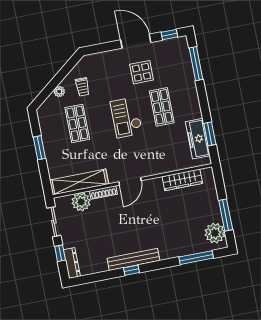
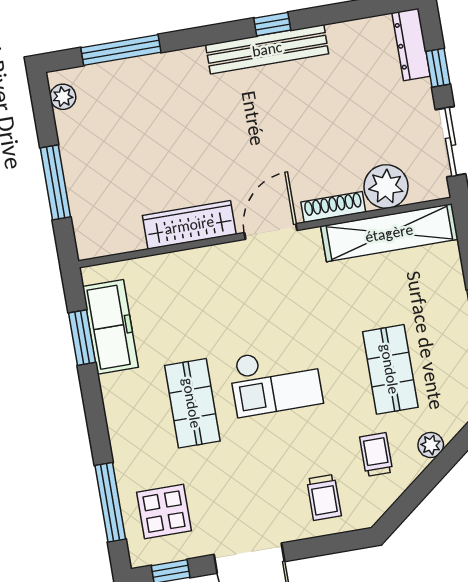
trolley: (104, 68) -> (324, 497), added
display table: (142, 72) -> (164, 512), moved
checkout: (126, 117) -> (276, 381), turned 90
wardrobe: (182, 180) -> (189, 225), moved
window: (226, 215) -> (55, 182), moved
plant: (215, 233) -> (63, 97), width x0.53, depth x0.53

